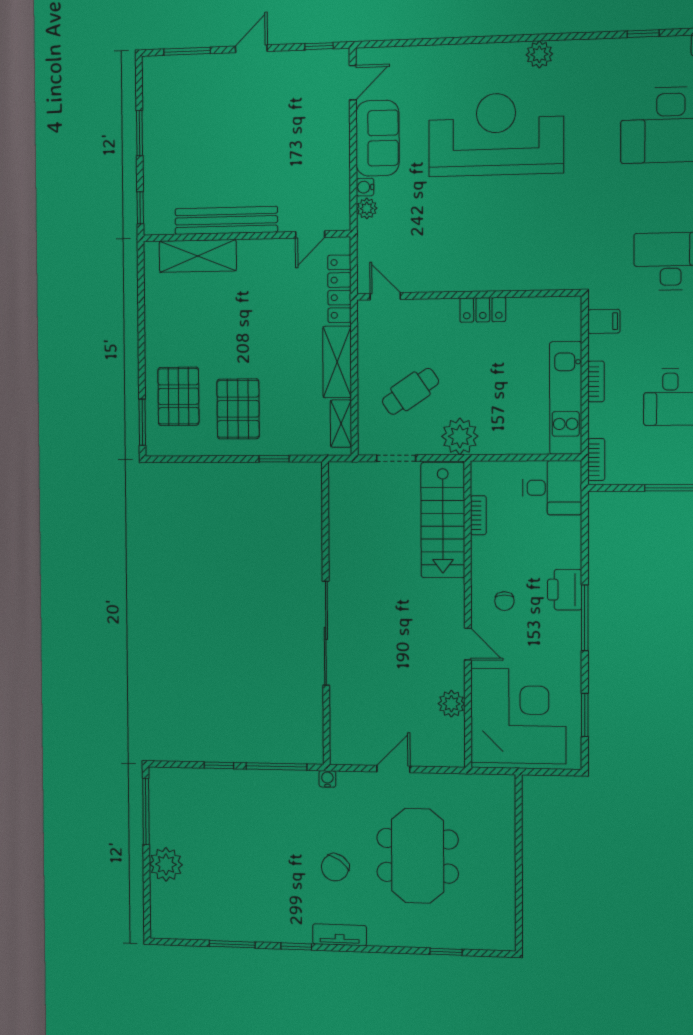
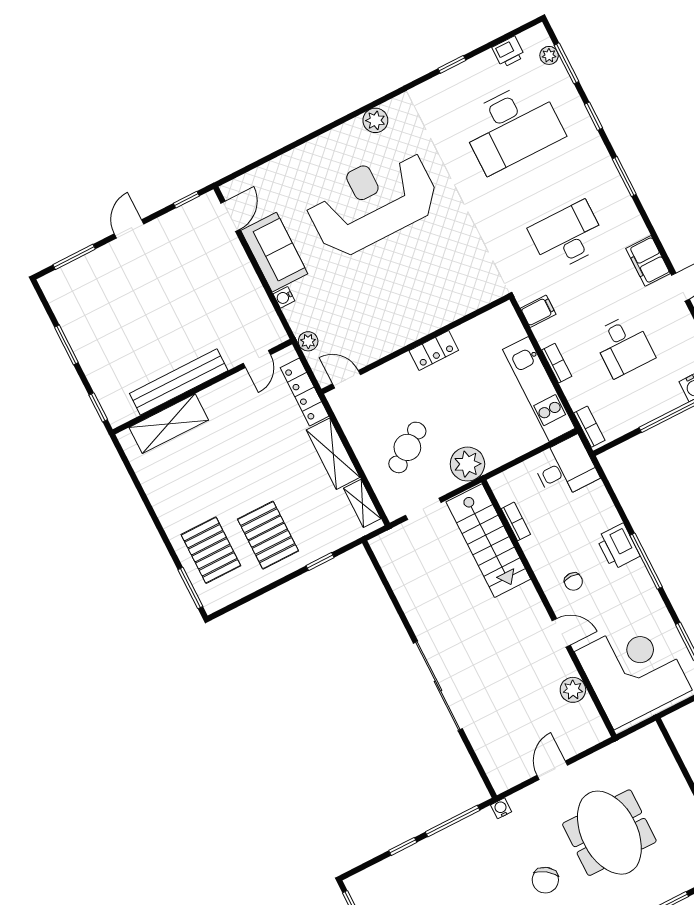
plant: (367, 208) -> (308, 341), moved

